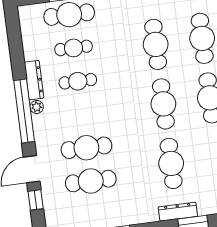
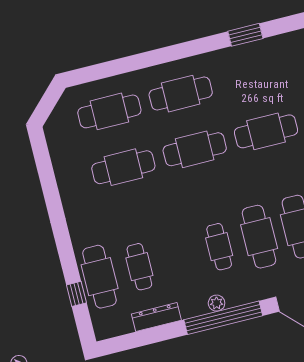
dresser: (34, 80) -> (156, 317), moved
cafe table: (78, 81) -> (219, 247), moved

